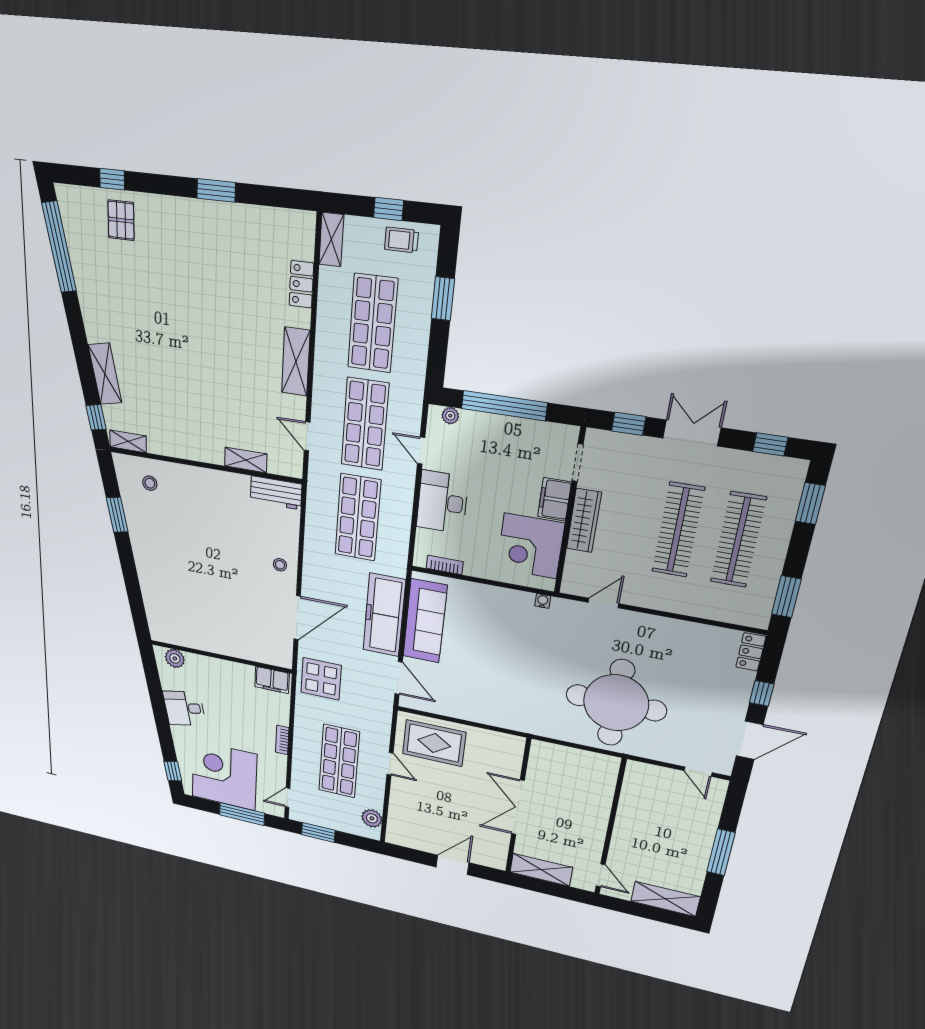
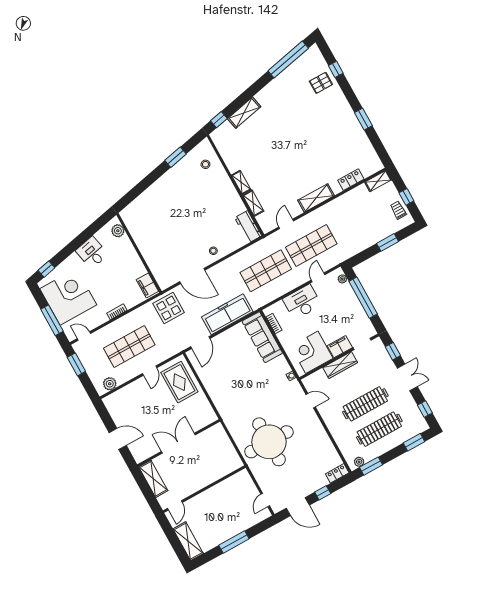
shop shelf: (373, 323) -> (357, 220), removed
shelving: (128, 441) -> (241, 182), moved
plant: (763, 608) -> (359, 462), added
sofa: (425, 621) -> (262, 337), moved, turned 90

